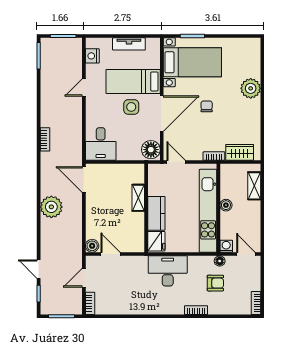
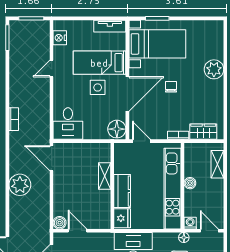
tv unit: (129, 44) -> (110, 26), moved

